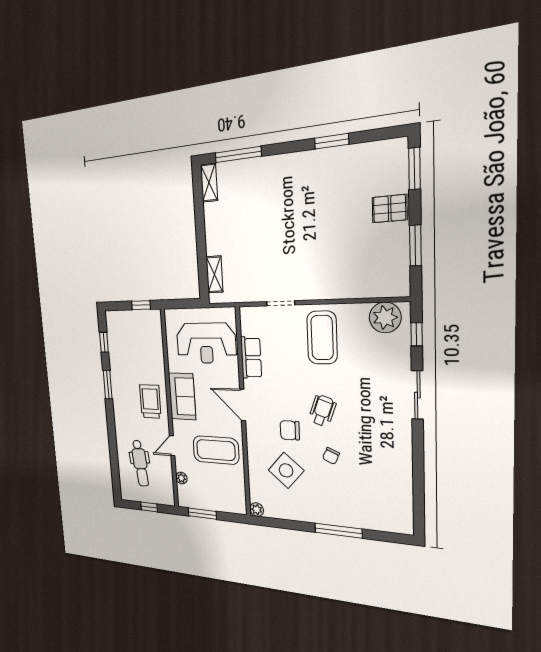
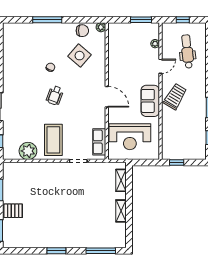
window: (332, 141) -> (56, 251), moved
shelving: (209, 183) -> (121, 211), moved
plant: (385, 317) -> (28, 151), moved
reception desk: (206, 343) -> (130, 137), turned 180
row of seats: (251, 358) -> (99, 142), moved
trolley: (150, 401) -> (175, 97), turned -149
chair: (290, 430) -> (82, 31), moved
coffee table: (216, 450) -> (128, 65), removed

